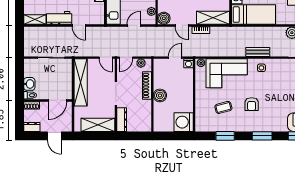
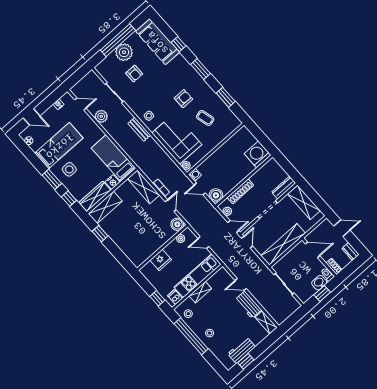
door: (79, 25) -> (241, 285), swing flipped
window: (19, 79) -> (322, 294), added
boiler: (160, 95) -> (216, 195), moved
washing machine: (184, 122) -> (258, 154), moved, turned 180
door: (54, 136) -> (342, 228), hinge flipped

